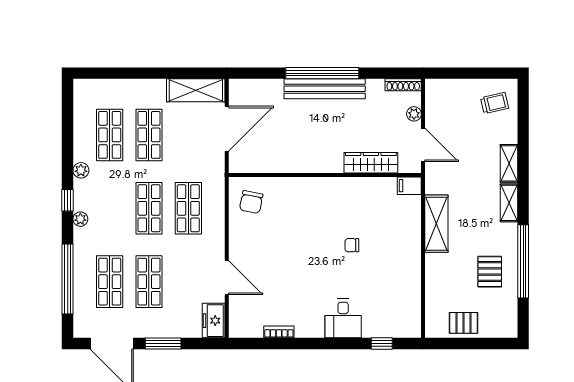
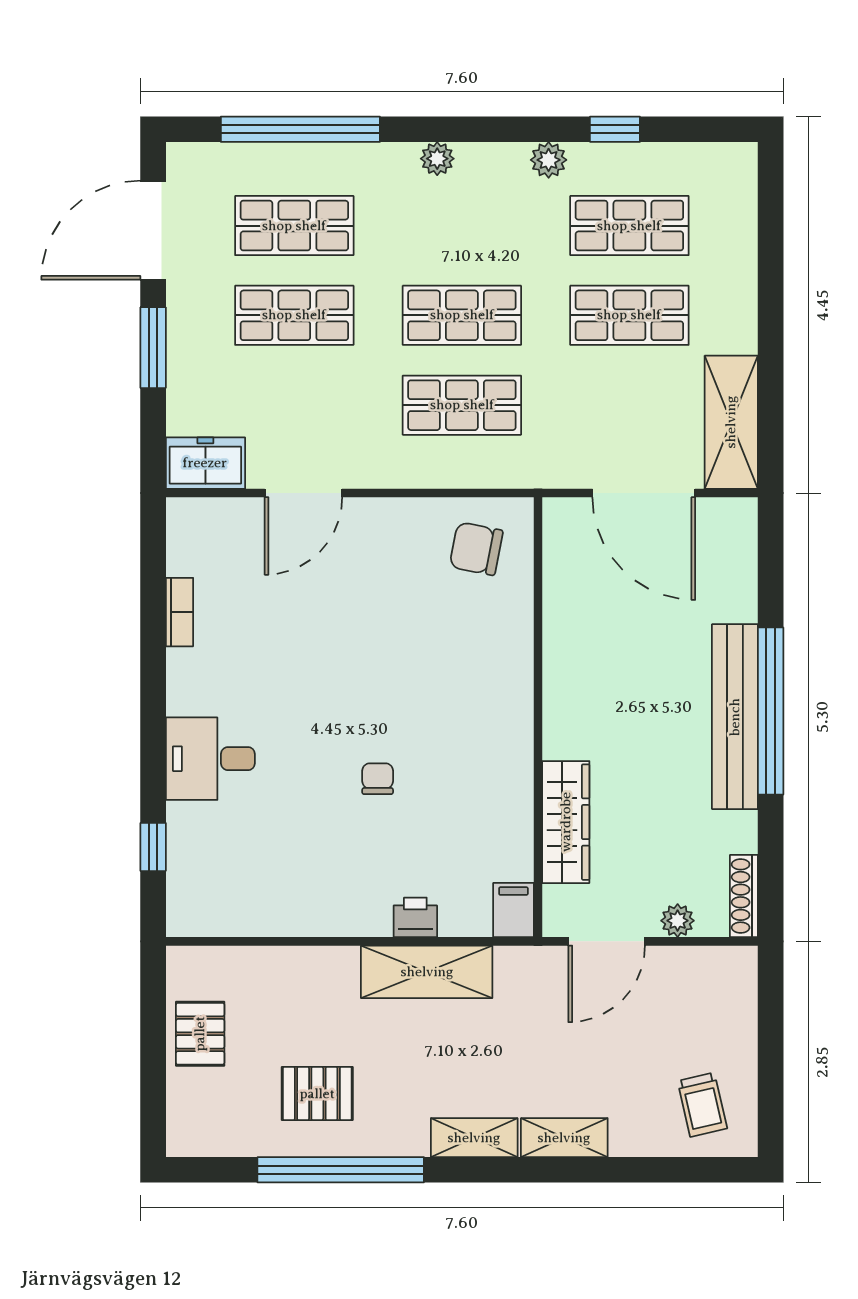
window: (68, 200) -> (615, 129), moved
printer: (413, 229) -> (415, 917), added

